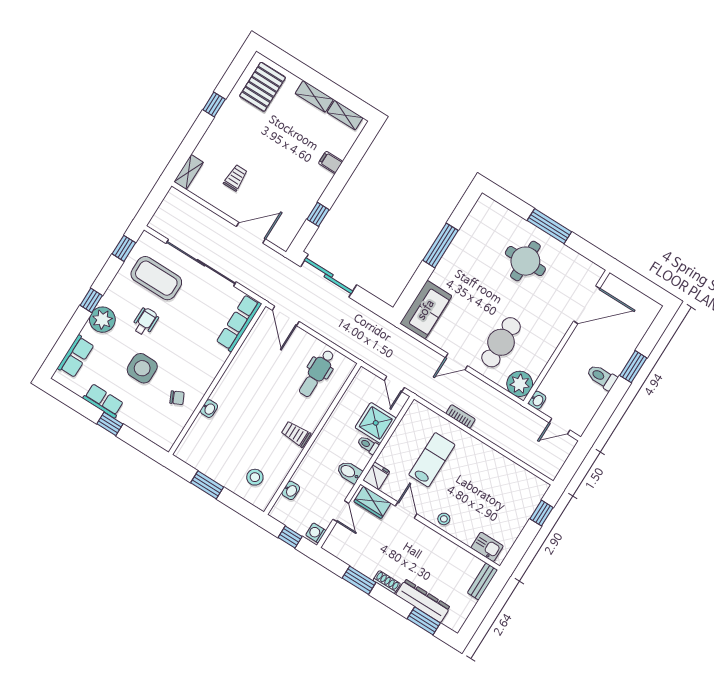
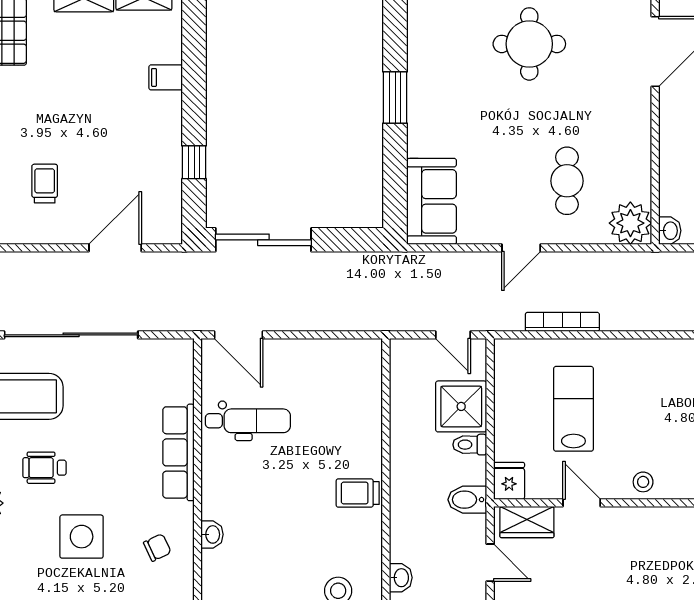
window: (440, 245) -> (395, 97), width x0.69
wheelchair: (145, 322) -> (45, 468), turned -90
row of seats: (239, 323) -> (178, 452), moved
cafe table: (501, 342) -> (567, 181), width x0.73, depth x0.74
dental chair: (317, 373) -> (248, 421), moved, turned -90
bookcase: (461, 416) -> (562, 322), width x1.56

